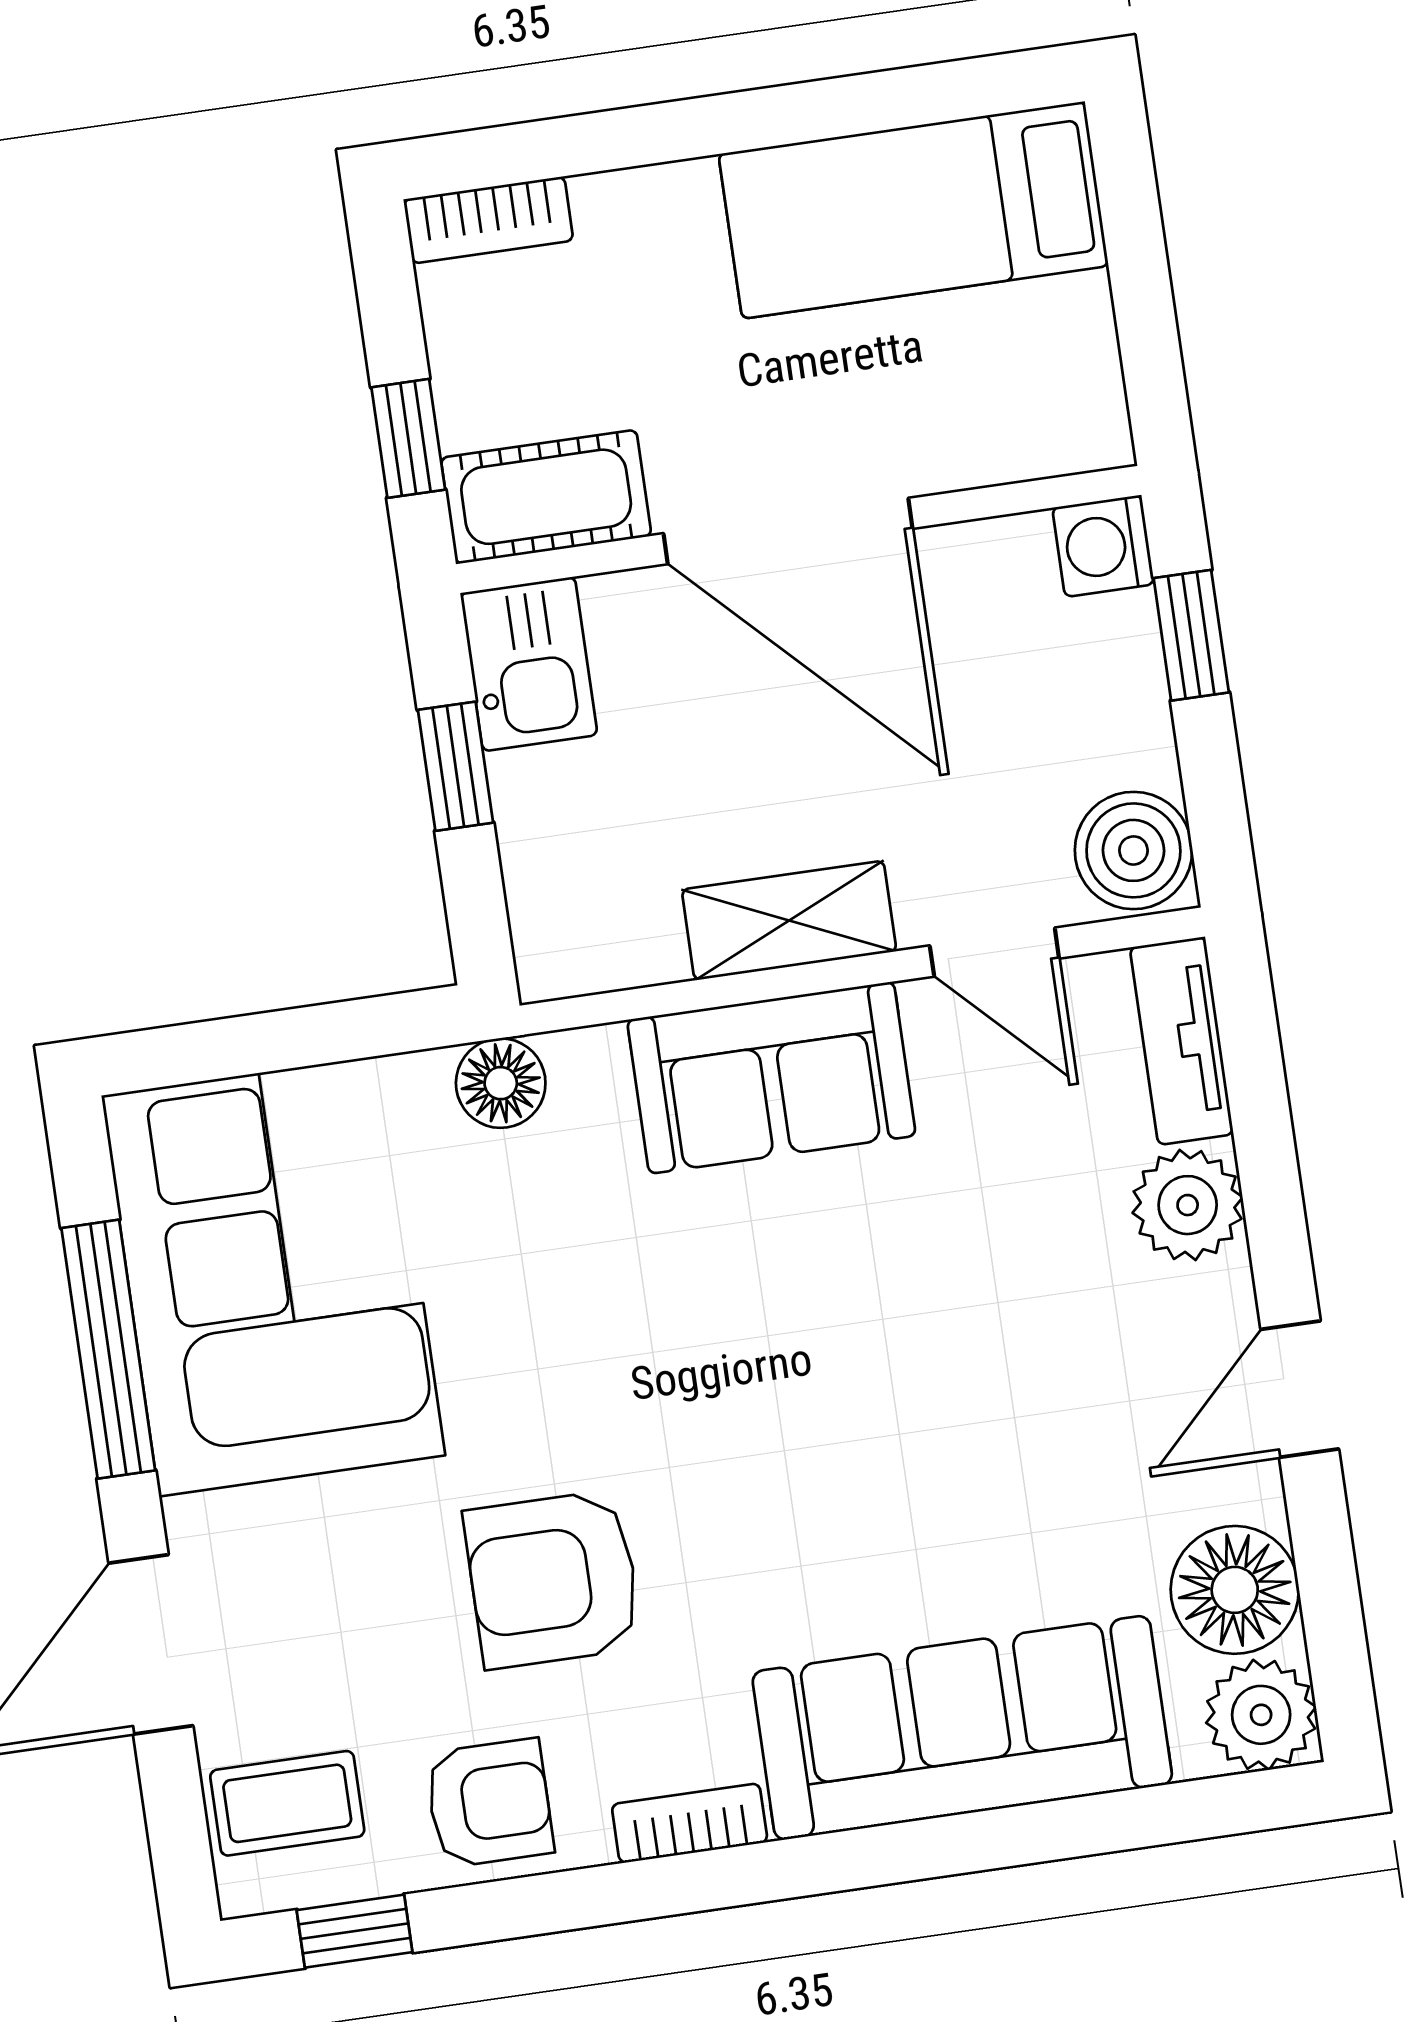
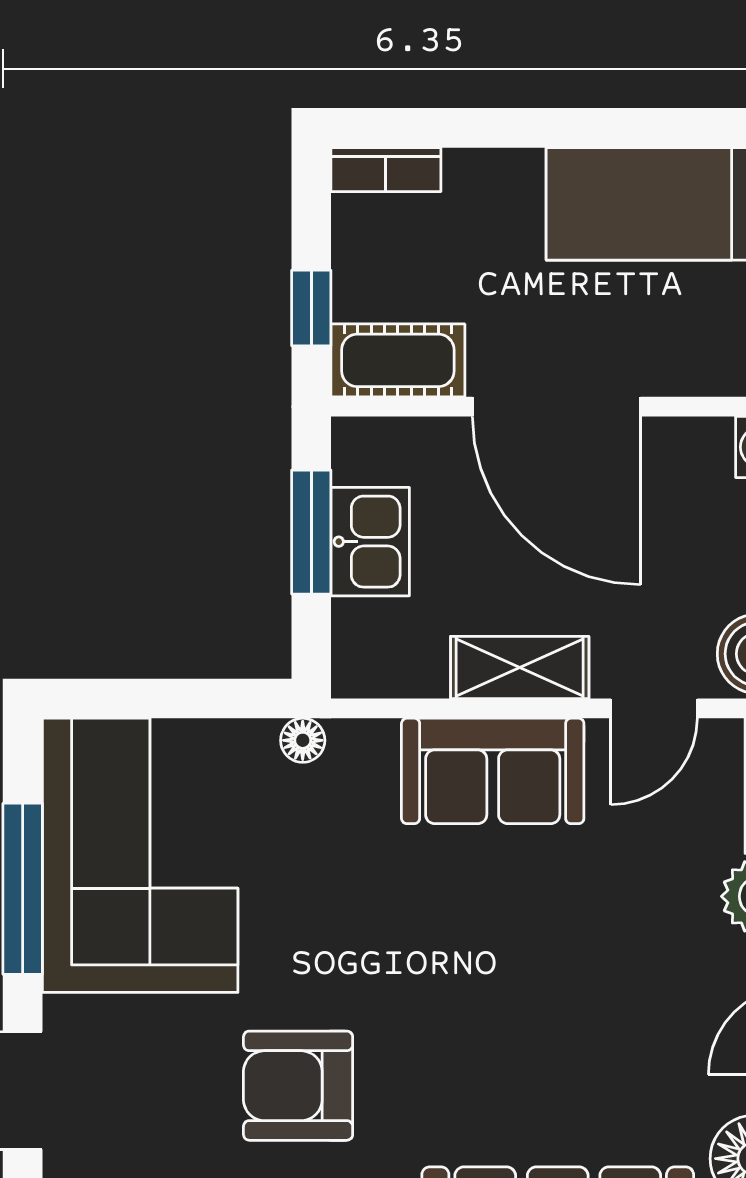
kitchen sink: (529, 664) -> (370, 542), moved
window: (456, 766) -> (311, 532), width x1.50
door: (994, 952) -> (654, 708), hinge flipped
floor lamp: (501, 1083) -> (303, 740), width x0.73, depth x0.73

